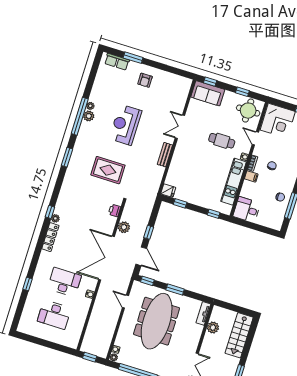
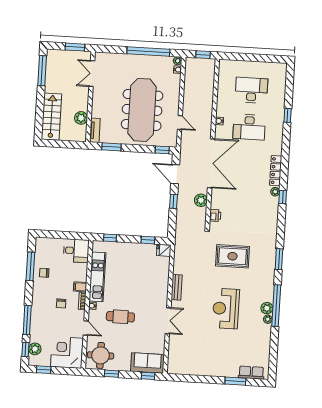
armchair: (145, 80) -> (217, 360), removed
reception desk: (125, 125) -> (226, 309), turned 180
window: (175, 289) -> (111, 147), moved

